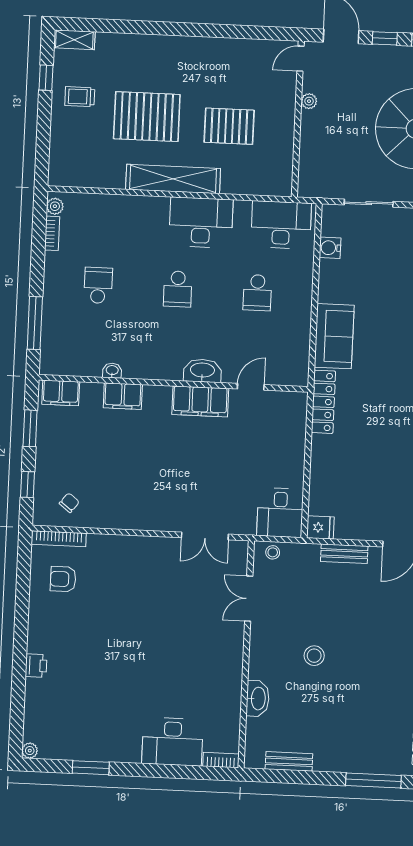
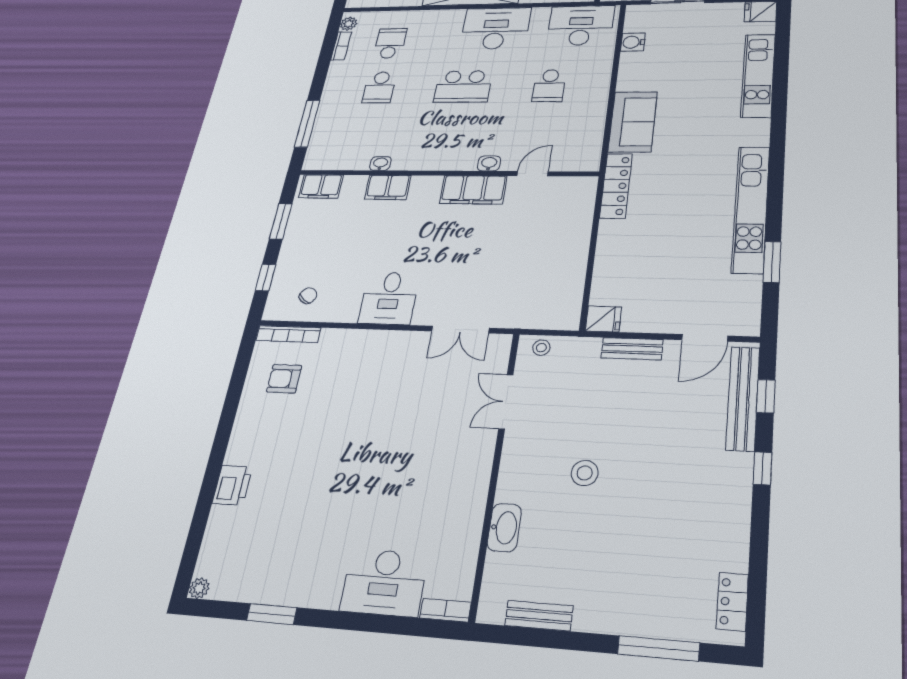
school desk: (100, 234) -> (390, 43), added
school desk: (98, 285) -> (380, 87), turned 180
school desk: (178, 289) -> (463, 87), width x1.85
washbasin: (202, 371) -> (489, 163), width x0.52, depth x0.69
desk: (280, 513) -> (389, 298), moved
printer: (36, 666) -> (232, 485), width x1.36, depth x1.24

